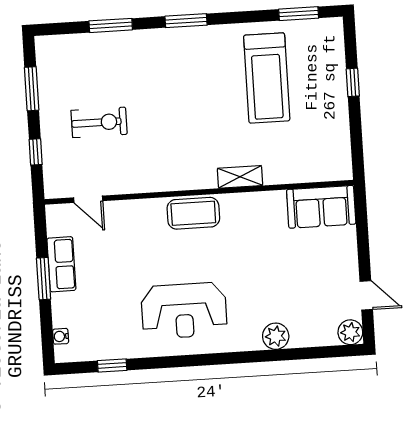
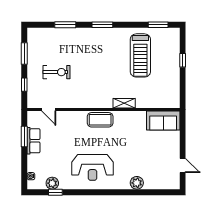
window: (44, 279) -> (24, 137), moved
plant: (350, 332) -> (52, 183), moved

